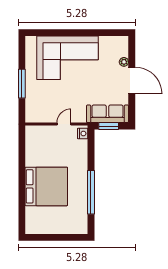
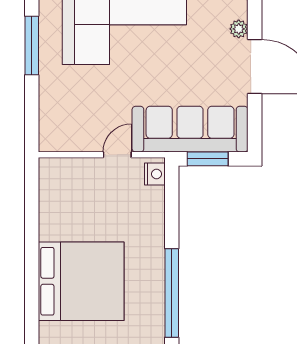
window: (22, 84) -> (32, 46), moved
sofa: (107, 114) -> (190, 129), width x1.36, depth x1.27

